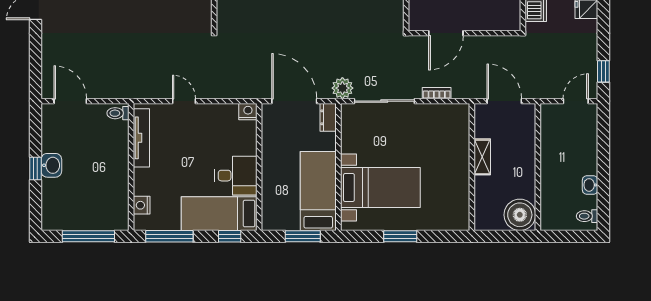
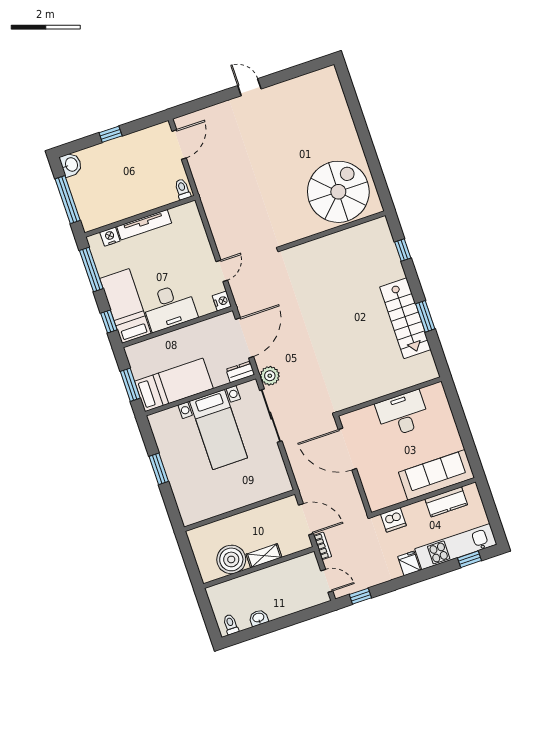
door: (446, 33) -> (347, 449), width x1.36
bookcase: (437, 93) -> (323, 546), moved
door: (184, 101) -> (222, 271), moved
door: (504, 101) -> (306, 519), hinge flipped
tv unit: (141, 138) -> (144, 225), moved
shelving: (482, 157) -> (264, 556), moved
washbasin: (51, 165) -> (71, 165), moved, turned -90
desk: (236, 176) -> (169, 307), width x1.37
bed with nightstands: (380, 188) -> (219, 430), moved
boiler: (520, 215) -> (231, 559), moved

